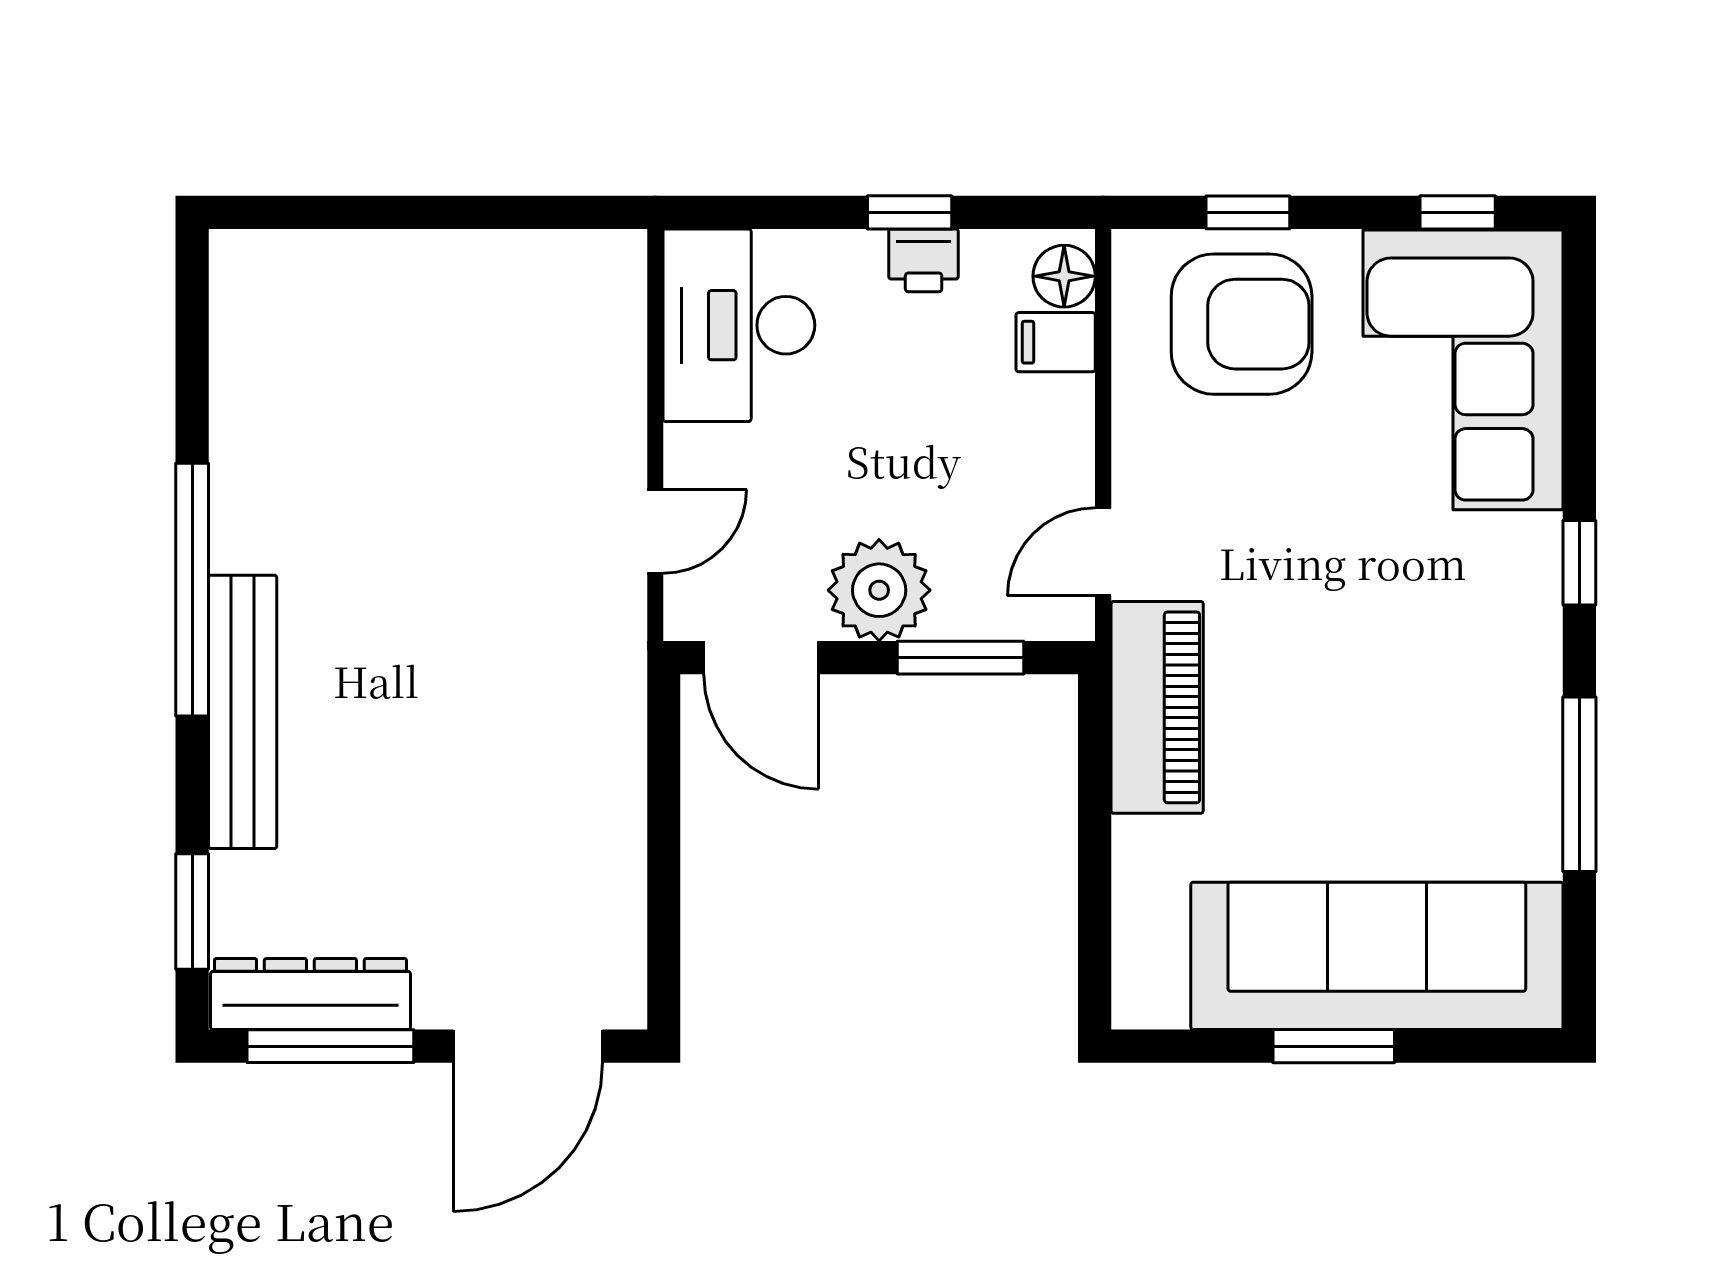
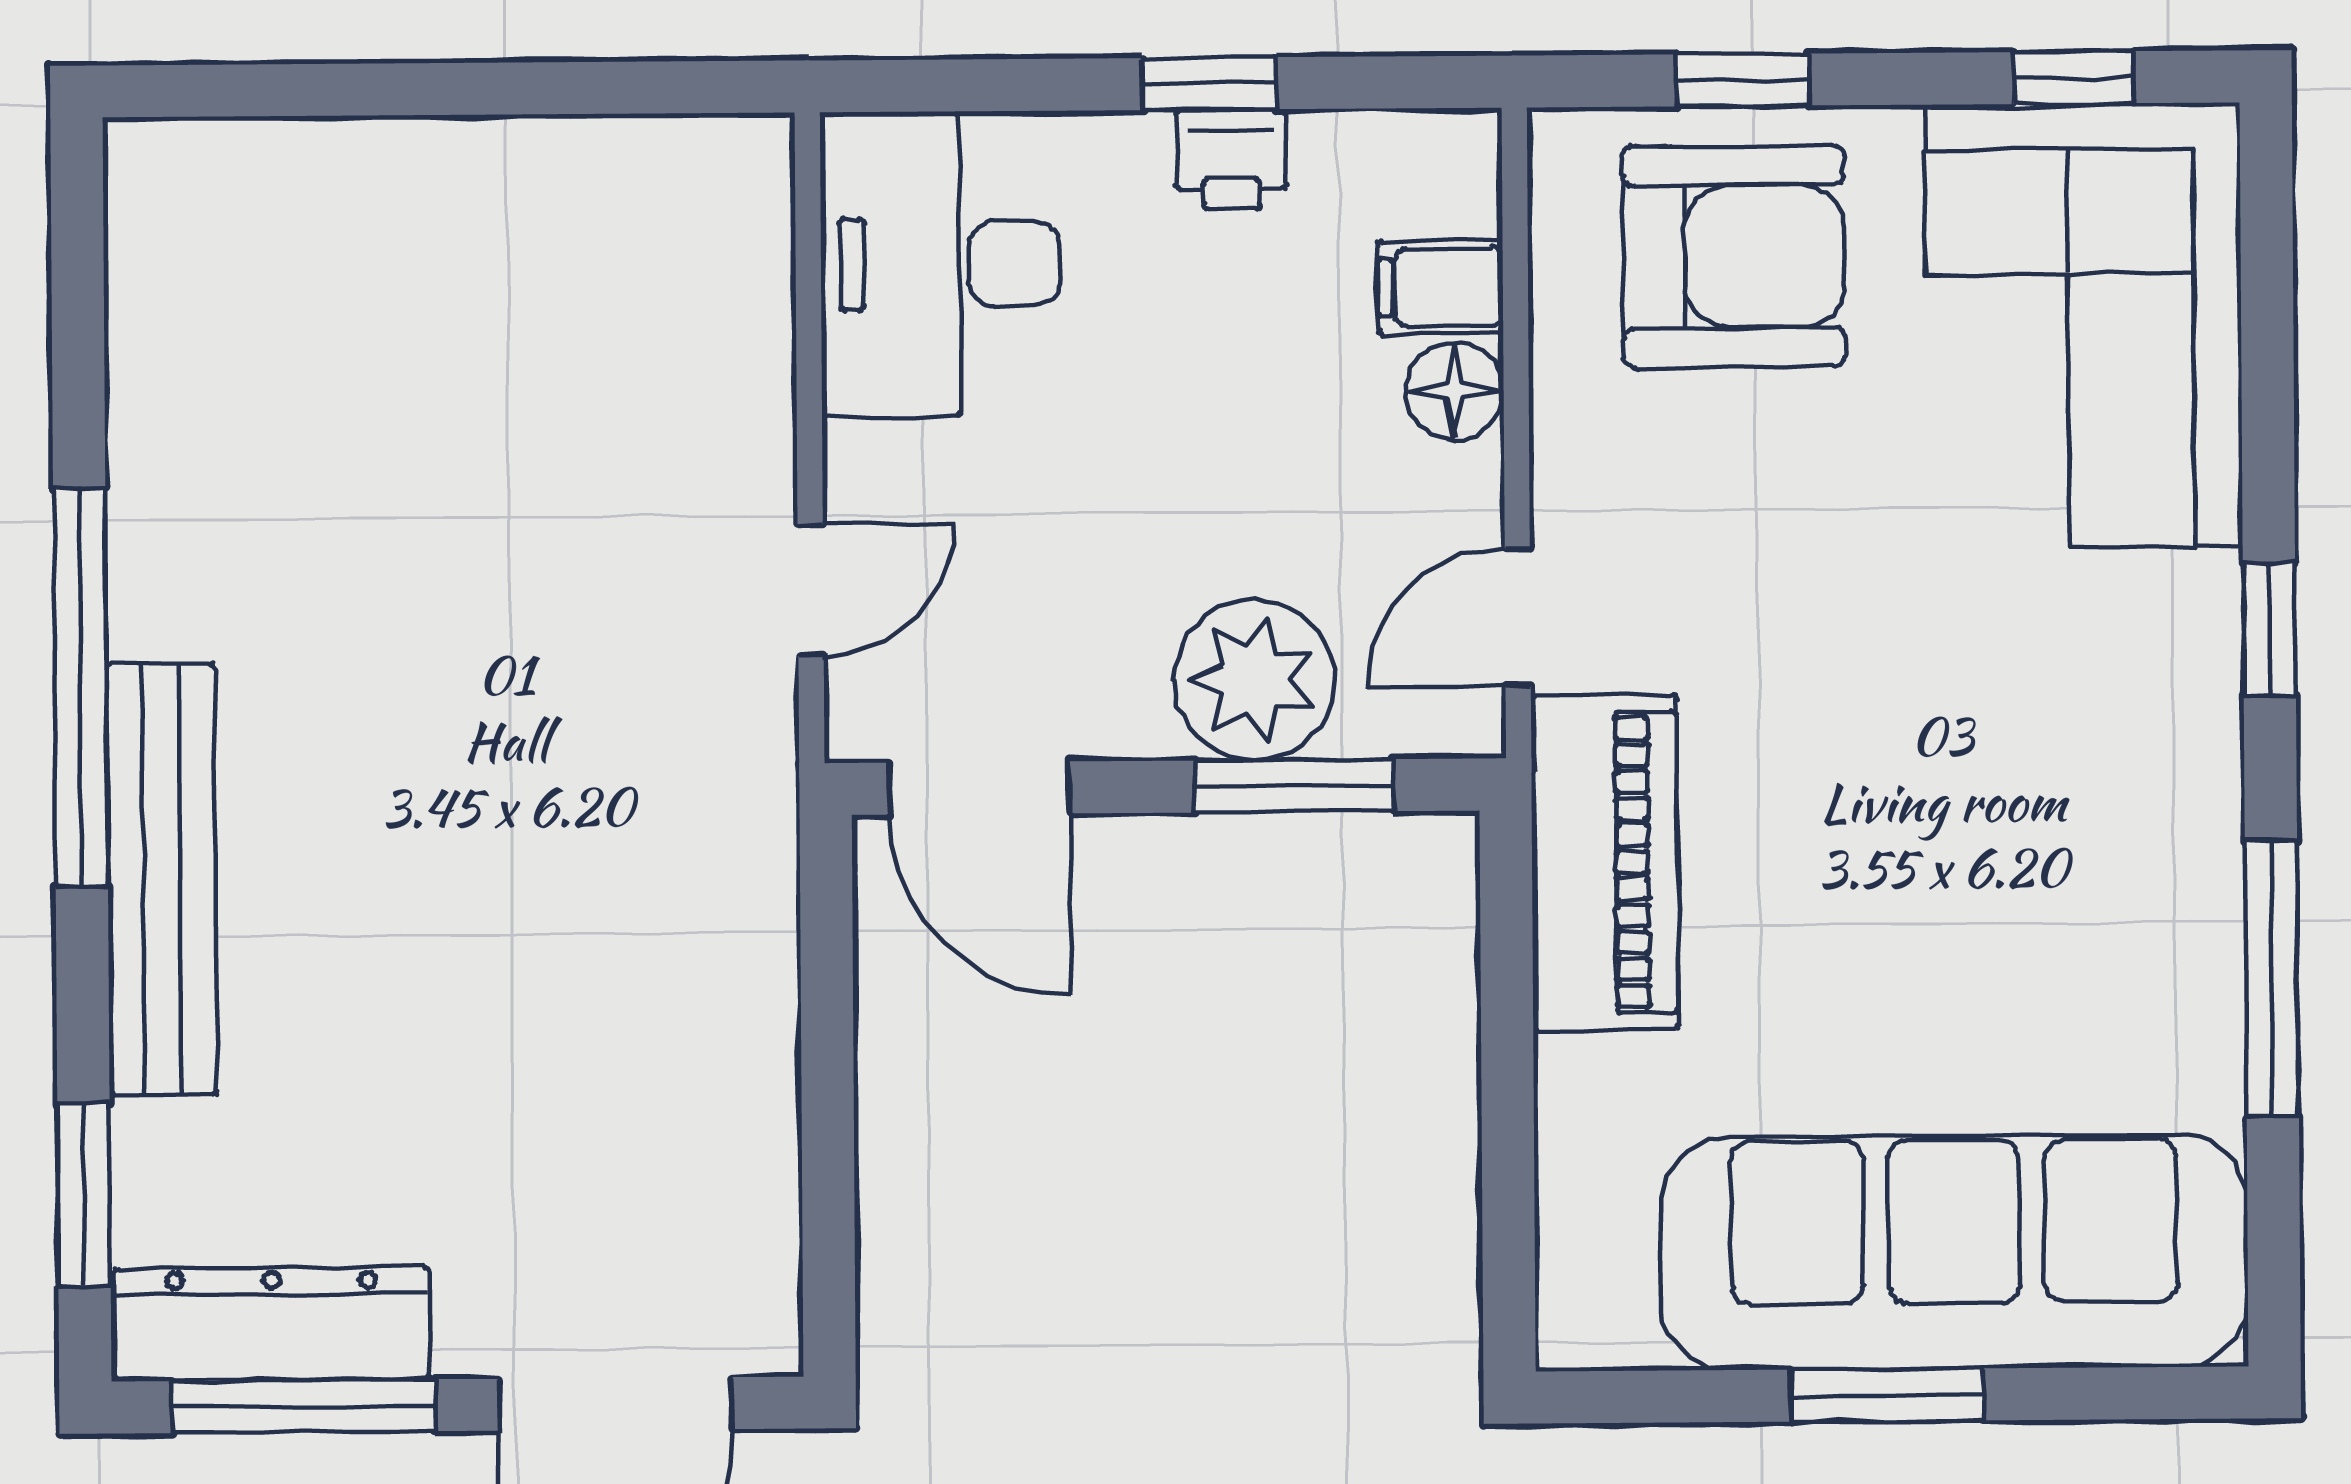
floor lamp: (1064, 276) -> (1455, 391), moved
plant: (879, 590) -> (1254, 680), moved

